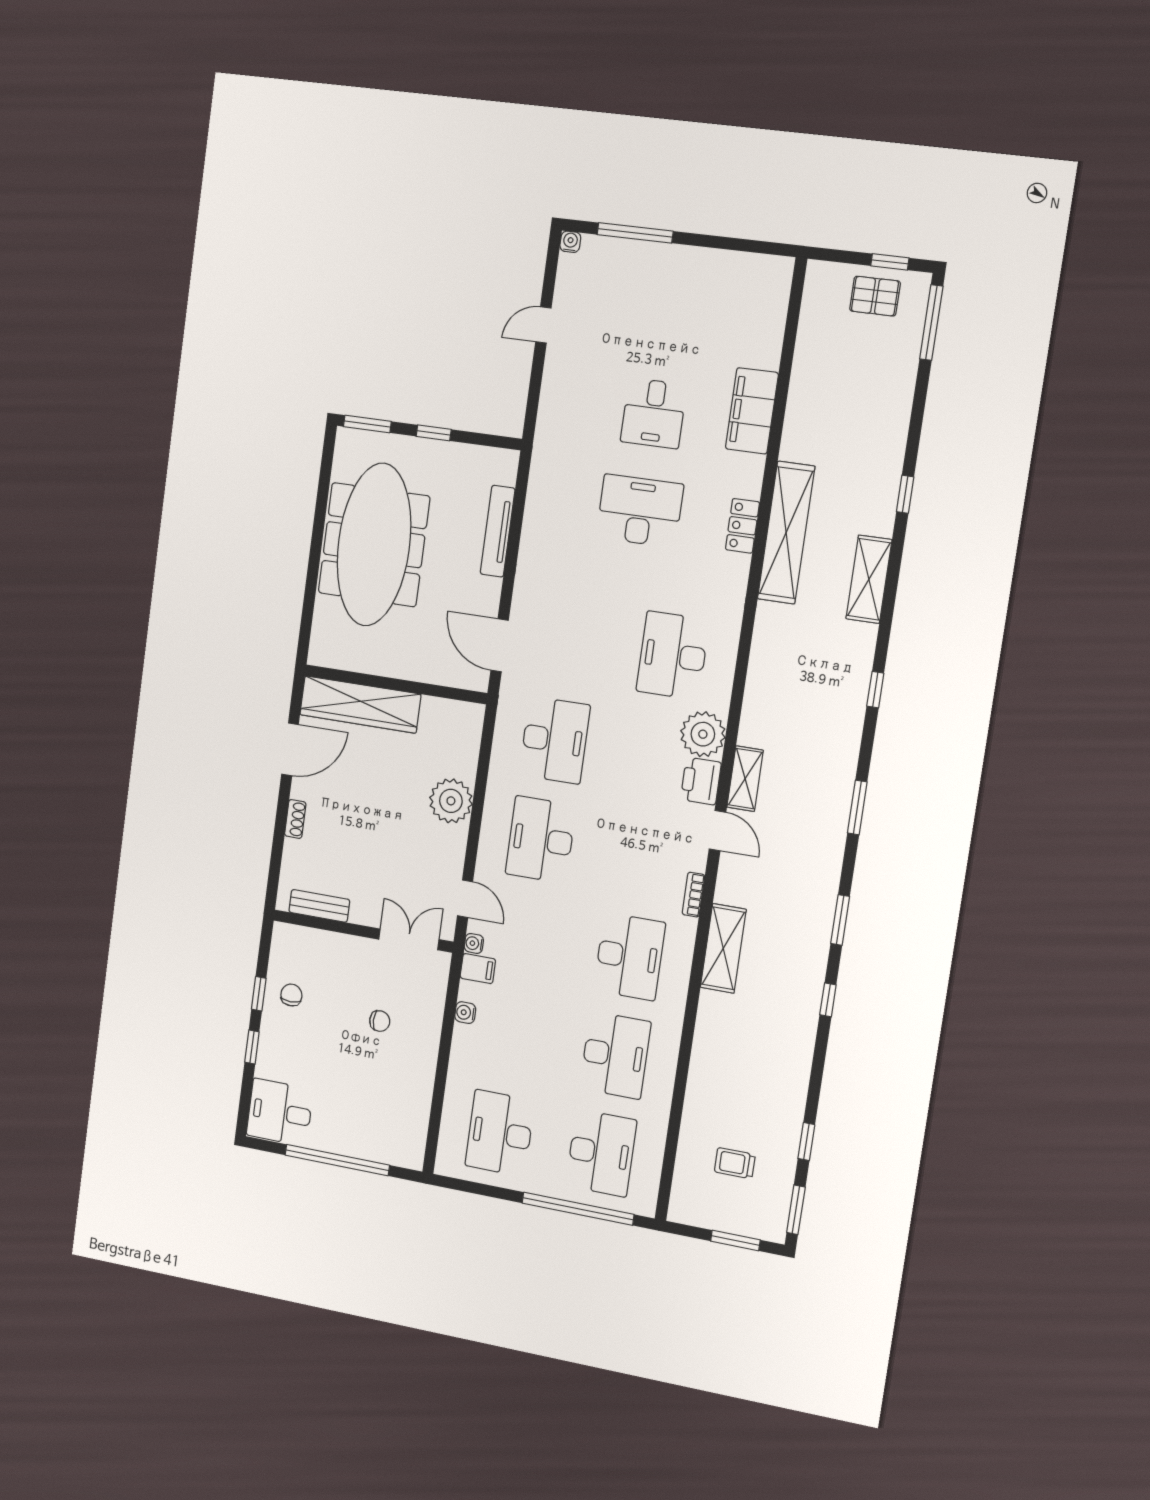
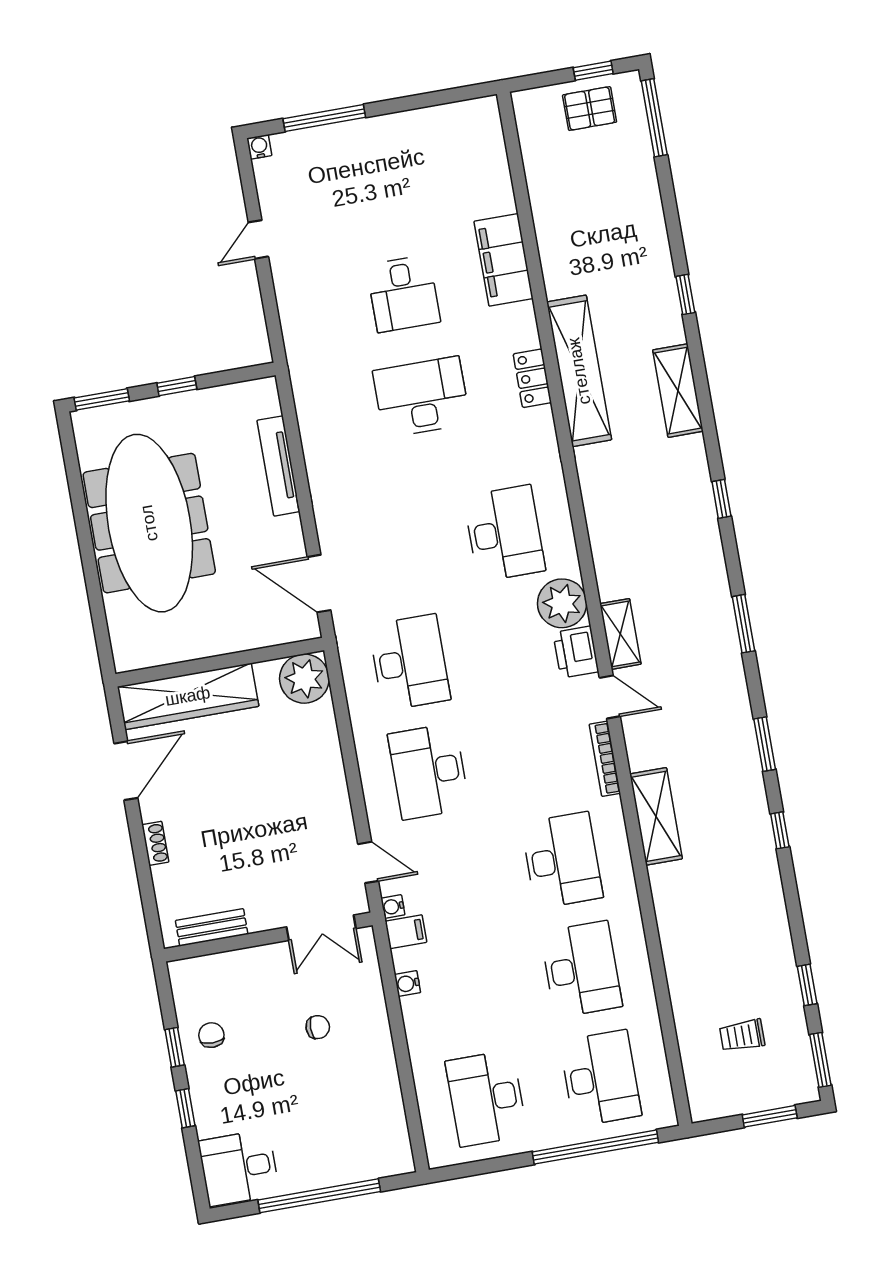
desk: (673, 655) -> (504, 533), turned 180
plant: (451, 801) -> (304, 679), moved
bookcase: (693, 895) -> (605, 759), width x1.56
double door: (409, 939) -> (321, 928), swing flipped

